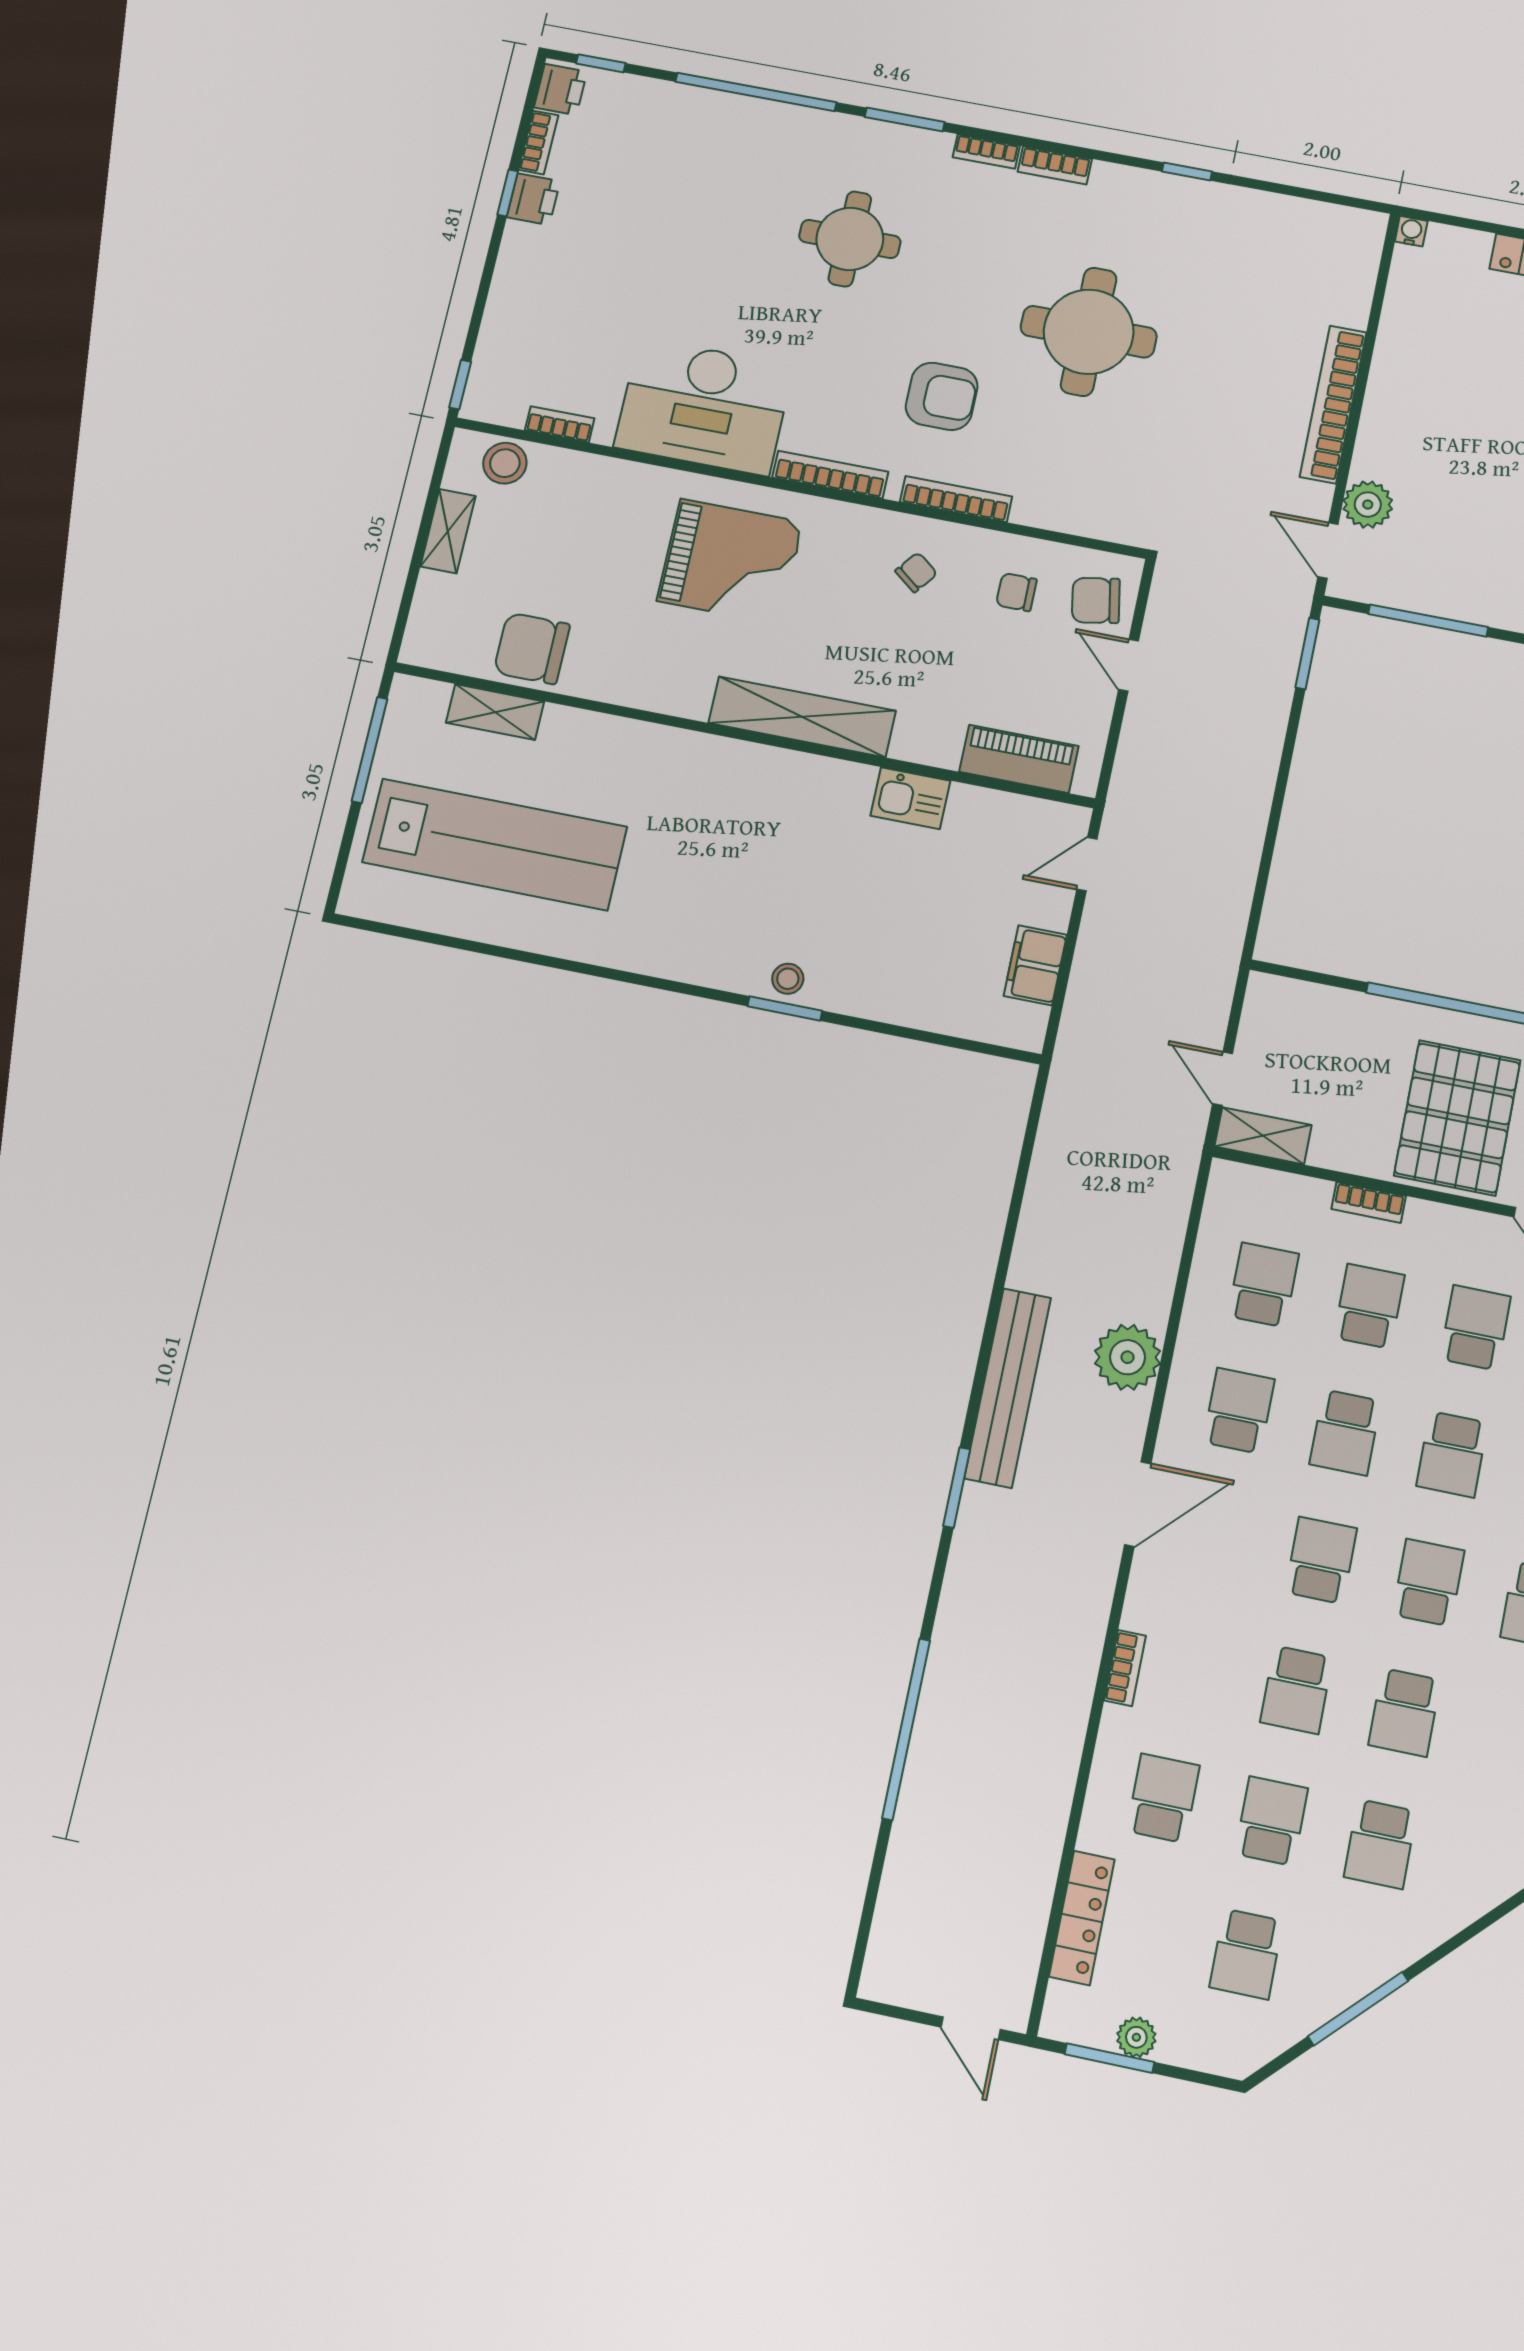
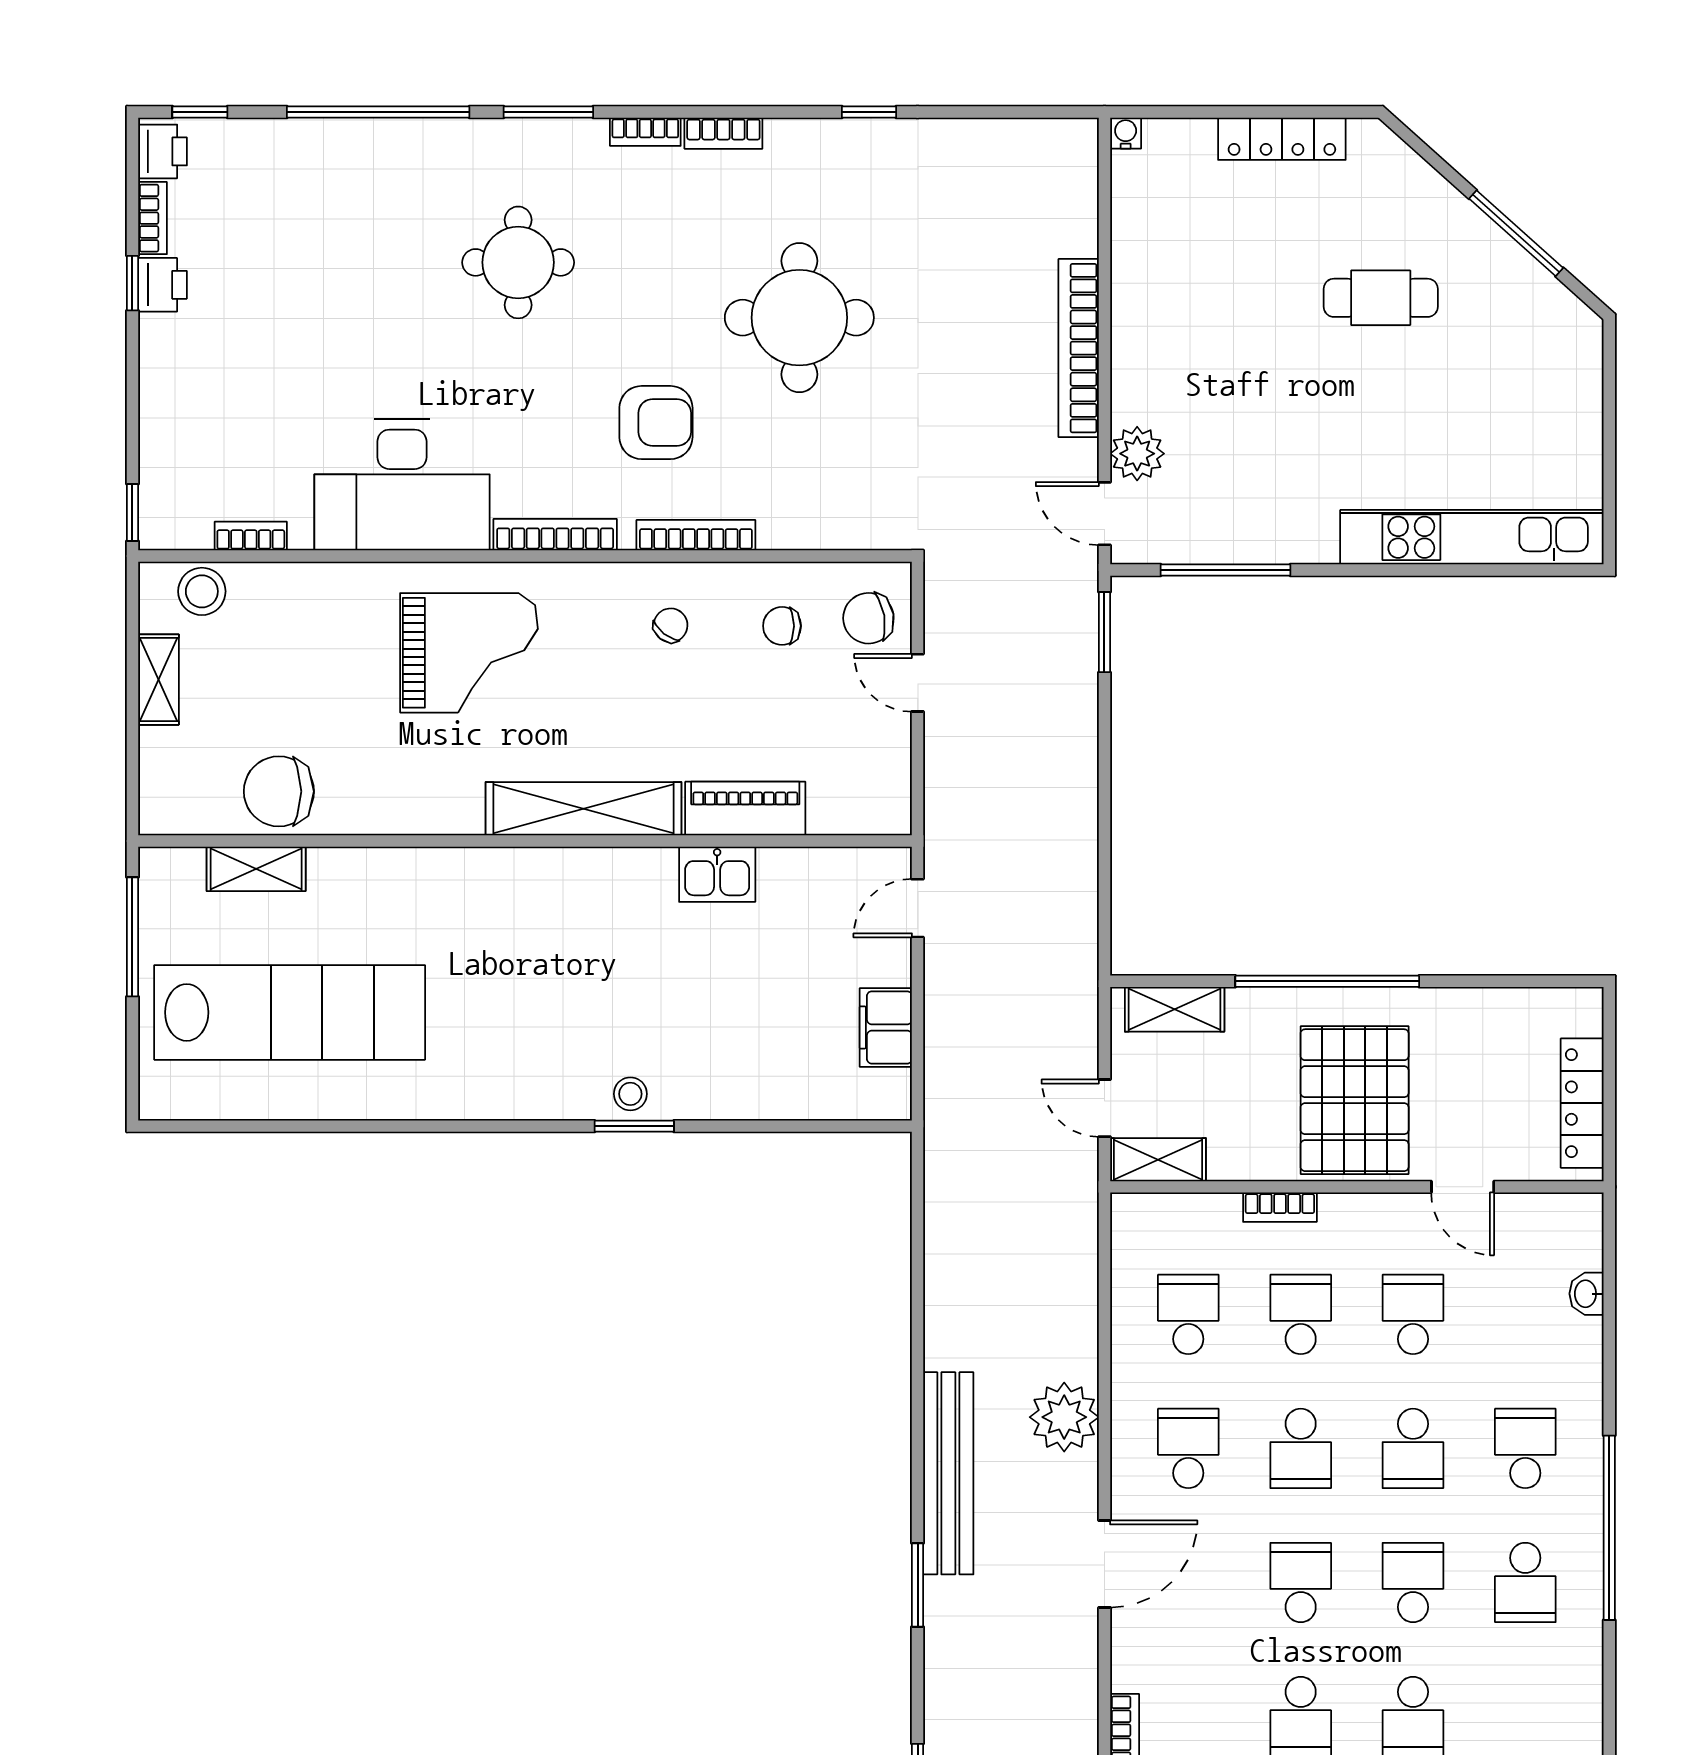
piano: (1019, 759) -> (745, 809), moved
shelving: (1305, 1002) -> (1175, 1009), added

